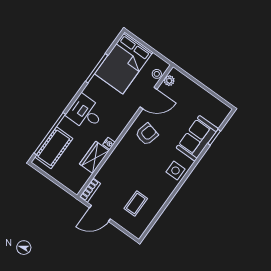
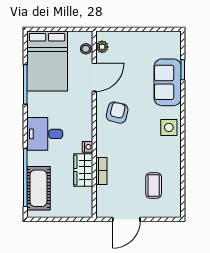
bookcase: (90, 190) -> (101, 171), moved

